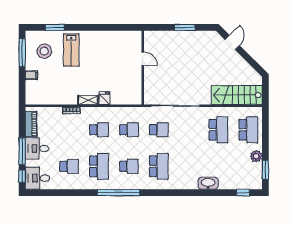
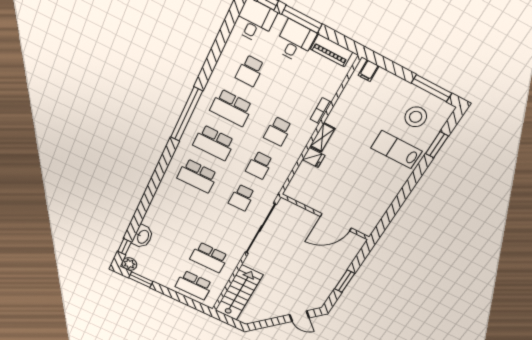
door: (143, 59) -> (336, 222), width x1.87
filing cabinet: (31, 75) -> (369, 71), moved
plant: (256, 156) -> (129, 264), moved
school desk: (129, 166) -> (214, 143), width x1.85
washbasin: (208, 183) -> (143, 237), moved

